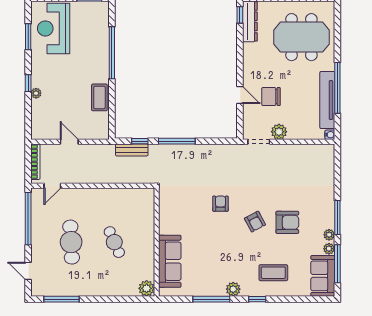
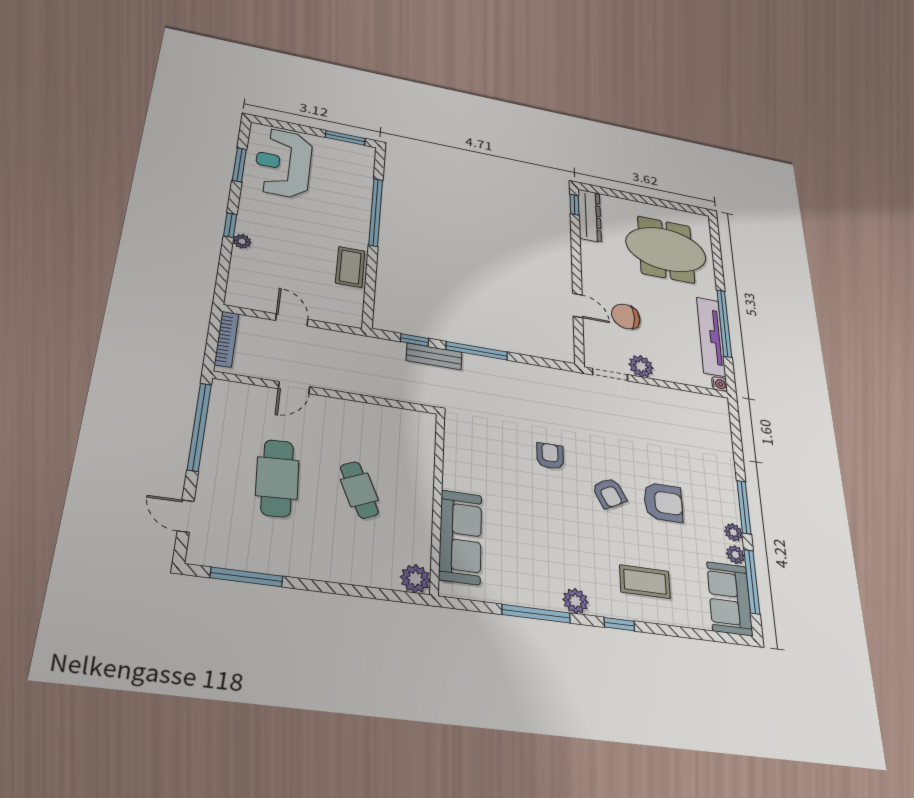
bench: (132, 150) -> (434, 356), moved
door: (52, 186) -> (294, 388), moved

